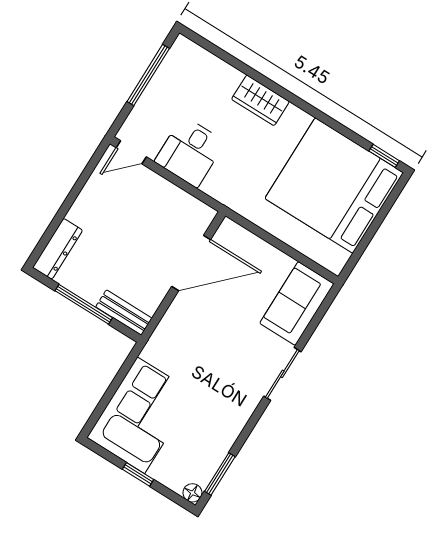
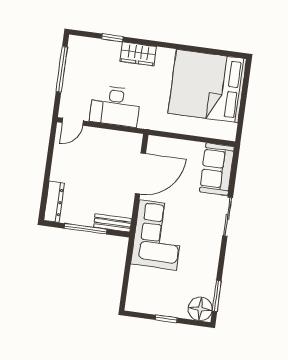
desk: (190, 152) -> (115, 106), width x1.37
window: (384, 156) -> (112, 38), moved
corner sofa: (141, 415) -> (158, 235), moved
floor lamp: (192, 493) -> (200, 309), width x1.89, depth x1.89

